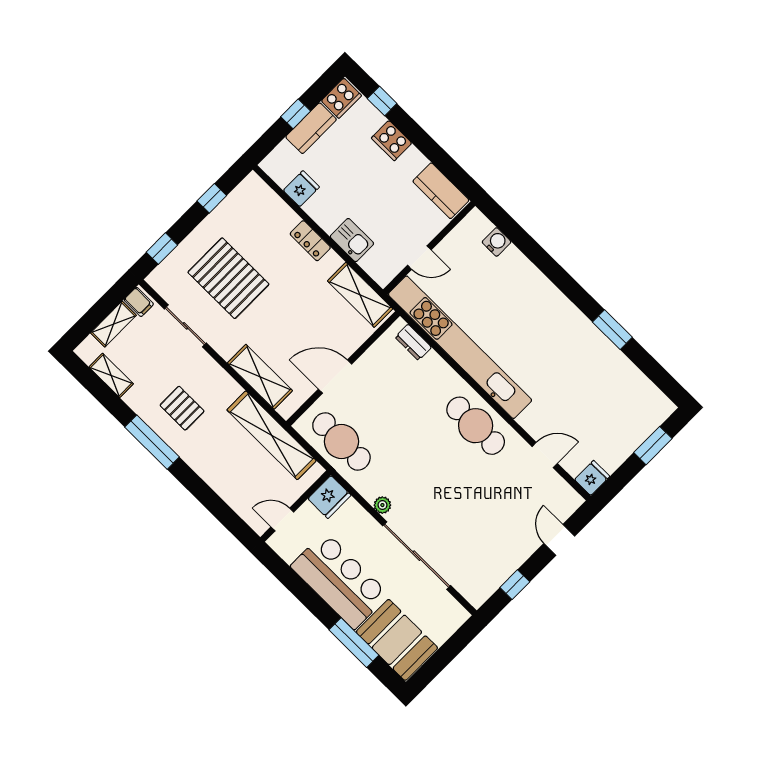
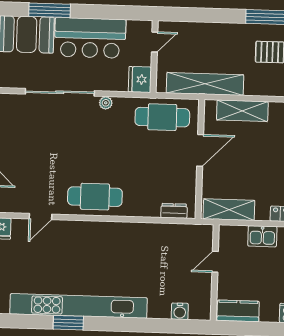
kitchen unit: (460, 347) -> (79, 306), moved, turned 180

